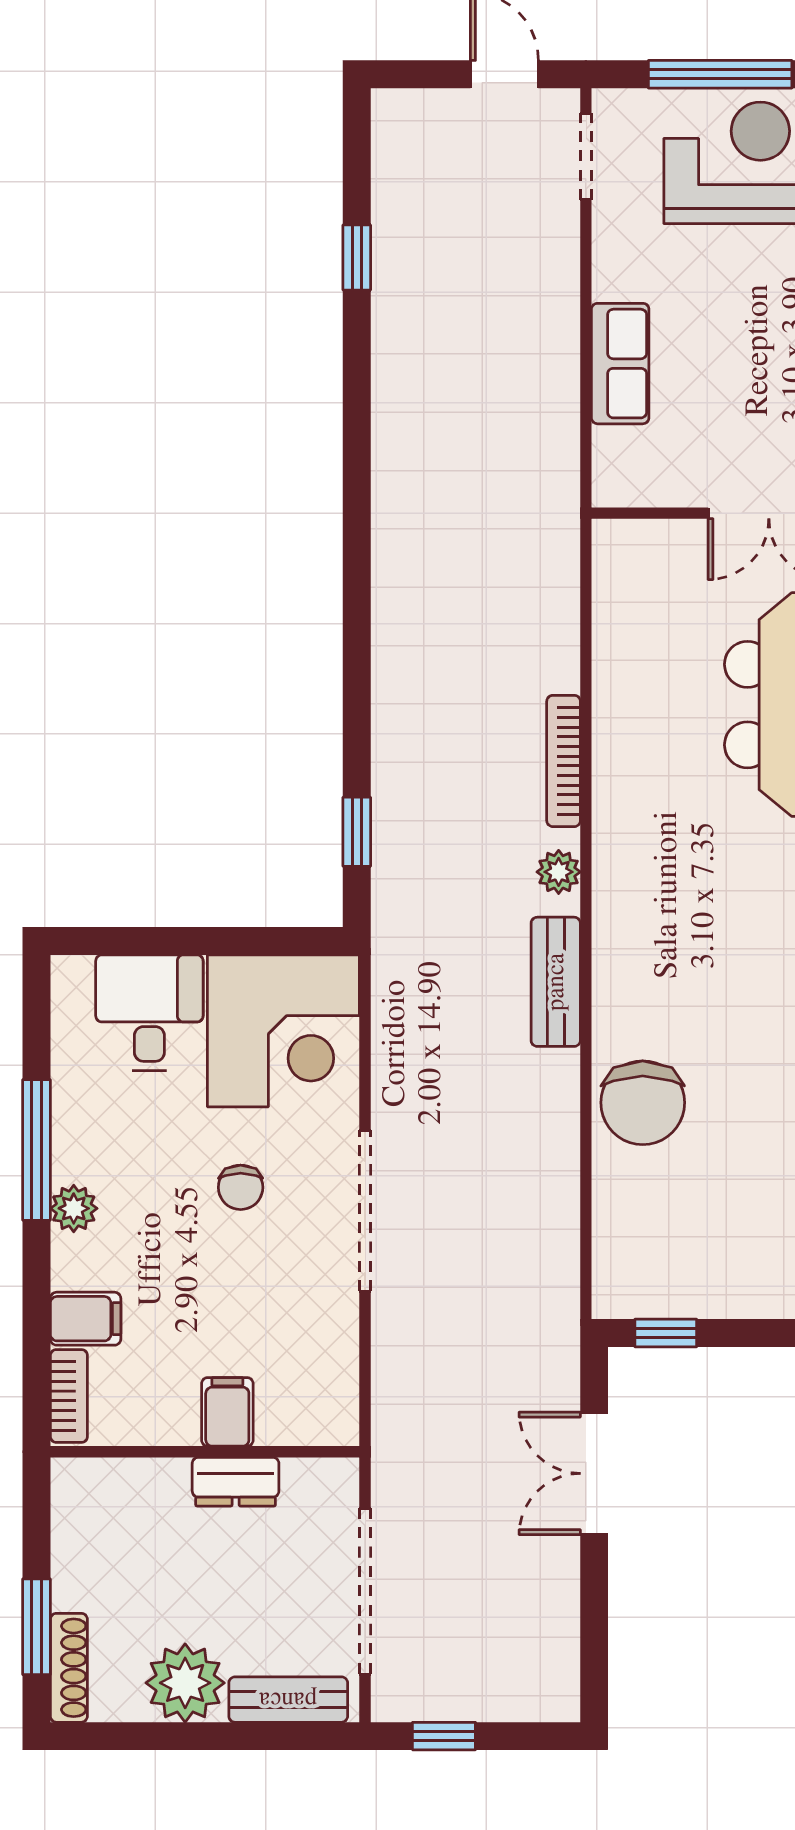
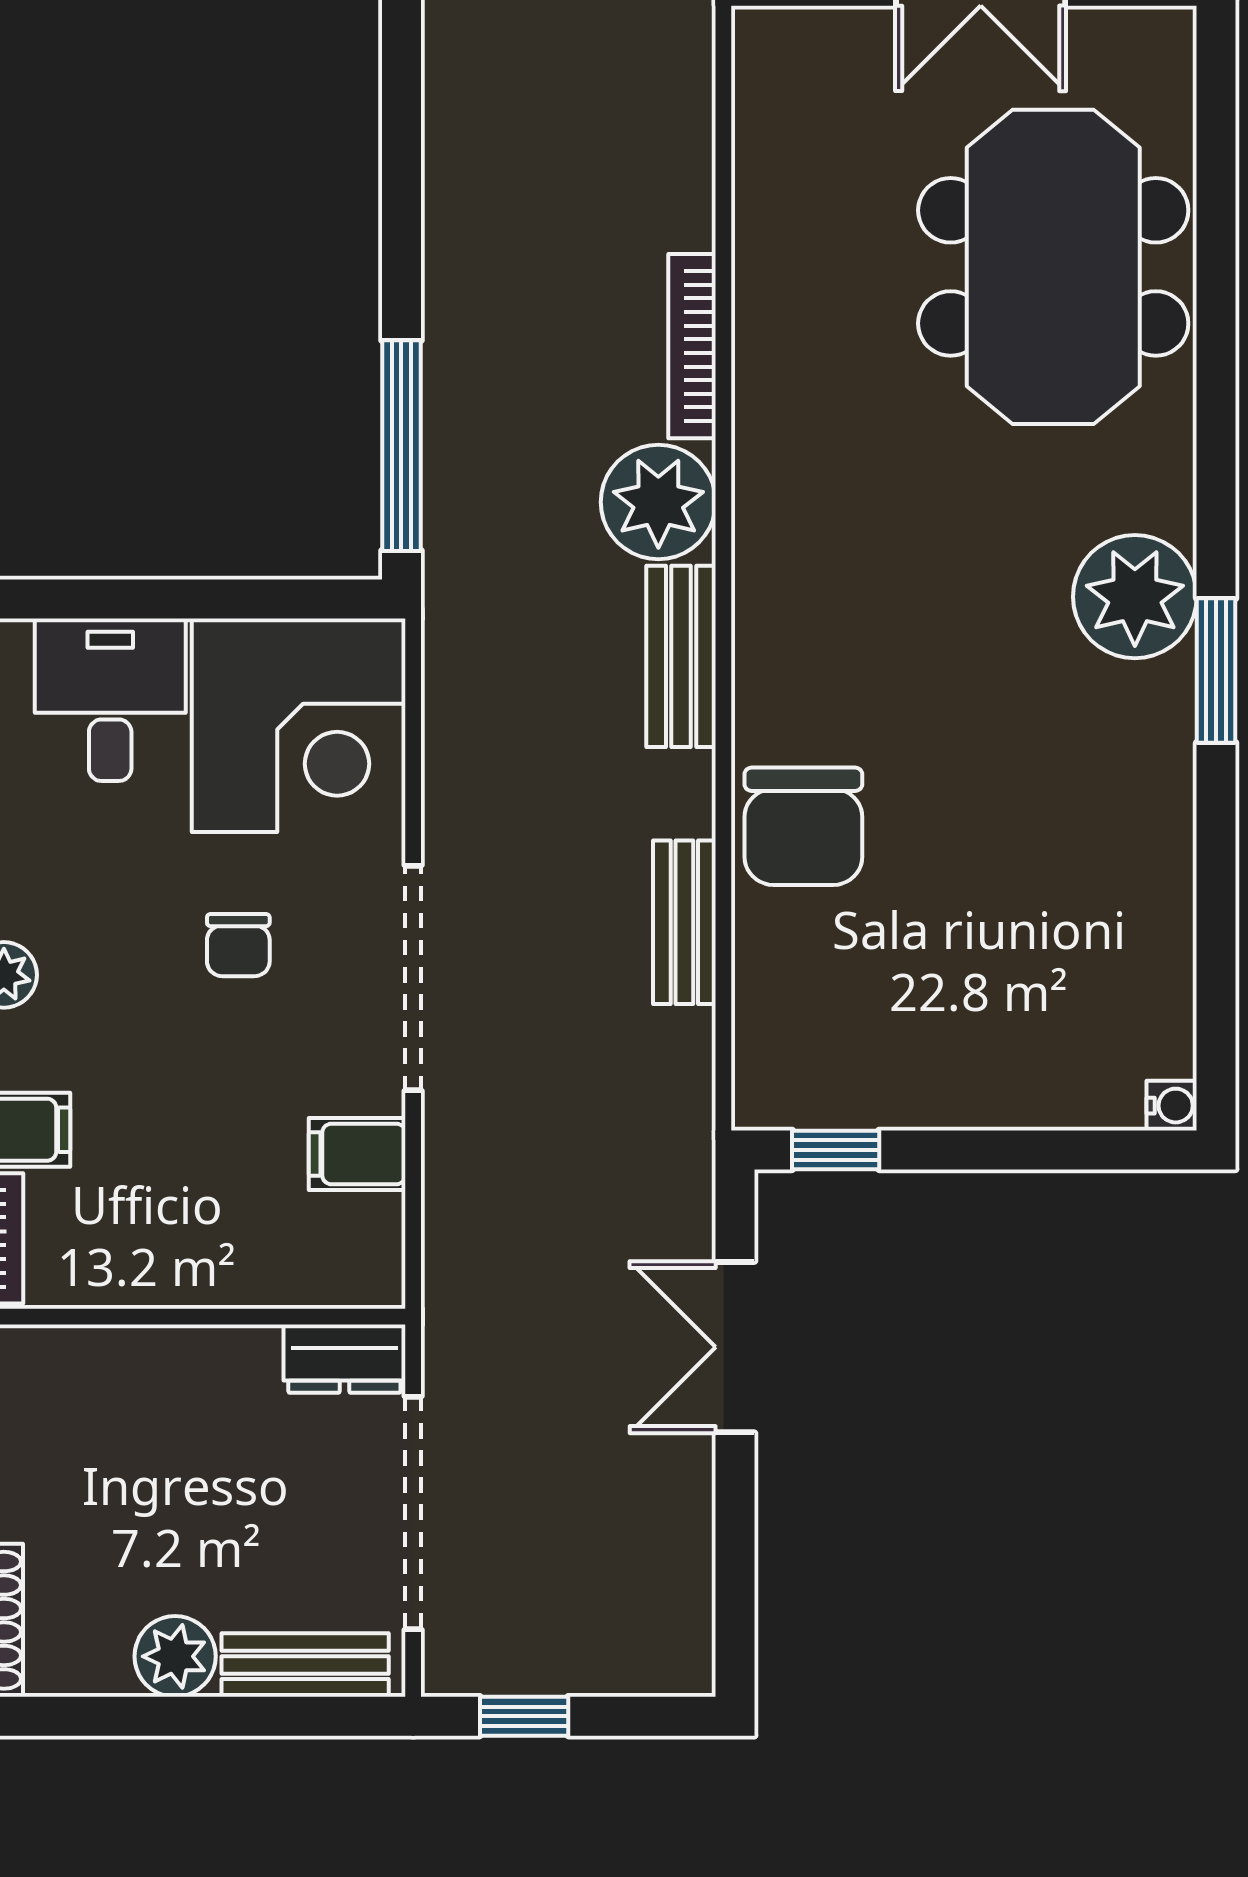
window: (357, 832) -> (401, 446), width x2.17
plant: (559, 872) -> (658, 502), width x1.88, depth x1.88
bench: (558, 1171) -> (684, 922), added
filing cabinet: (227, 1412) -> (357, 1154), moved, turned -90
dresser: (236, 1482) -> (344, 1359), moved
plant: (185, 1683) -> (175, 1656), width x0.73, depth x0.73

